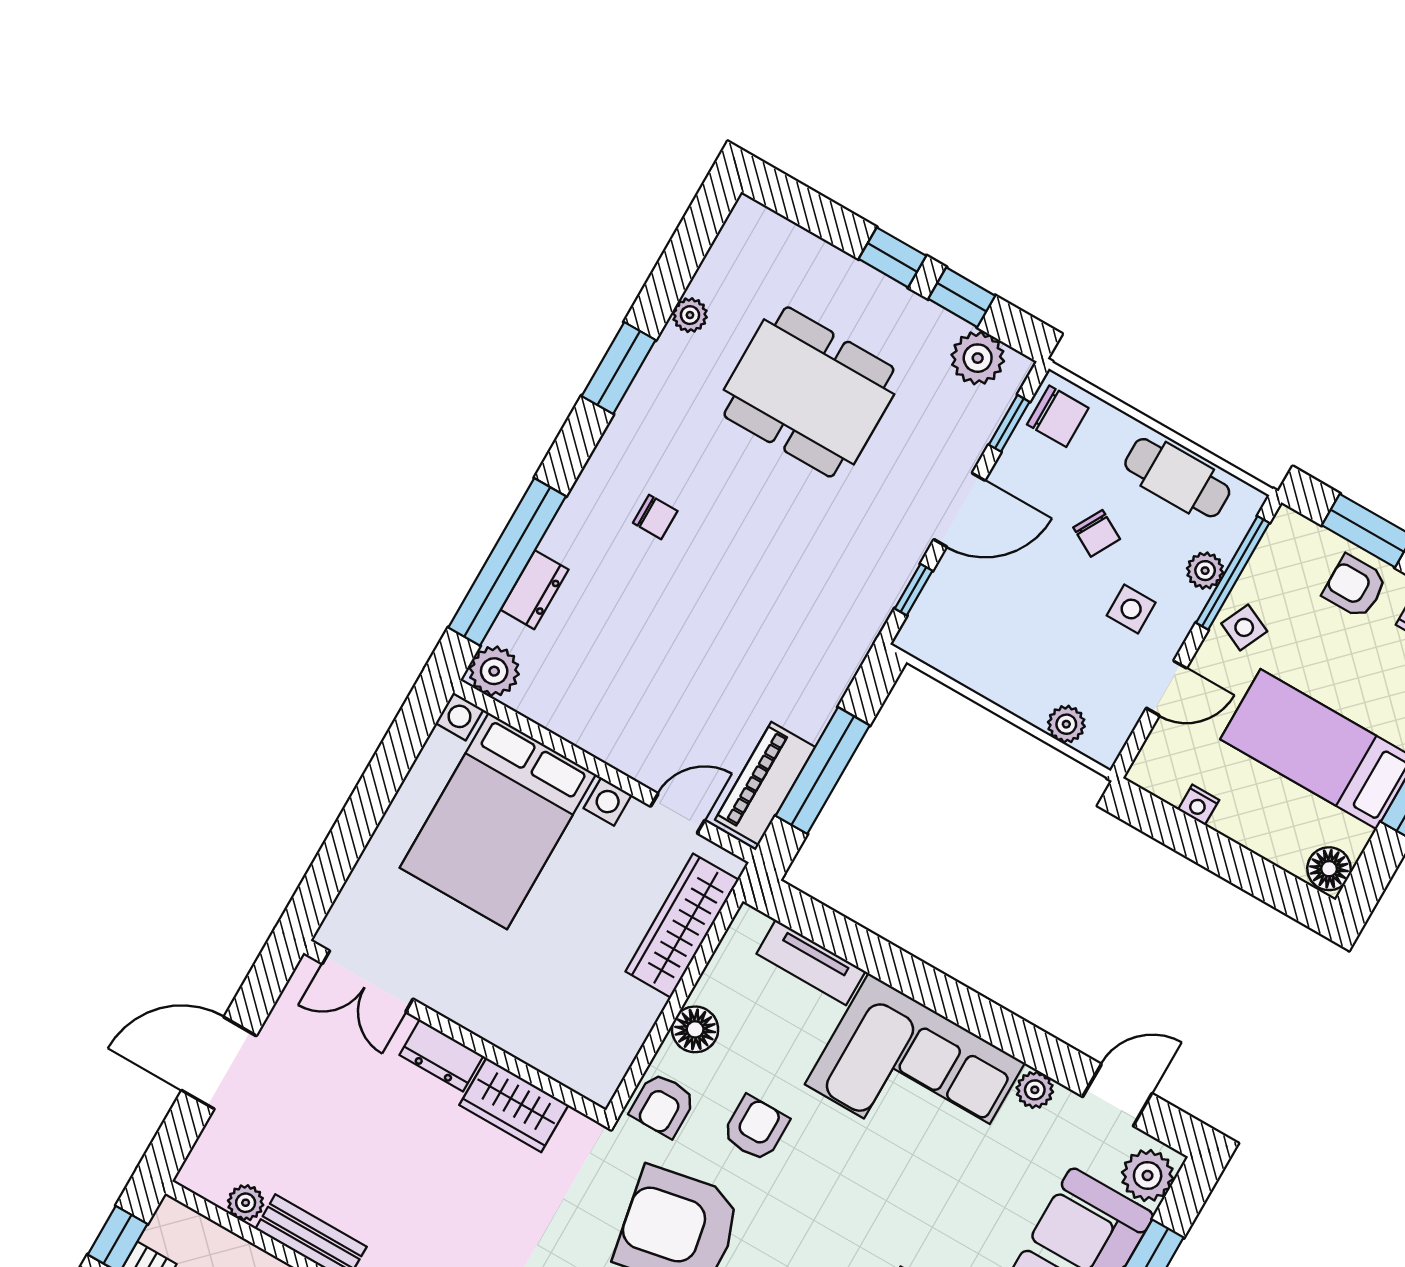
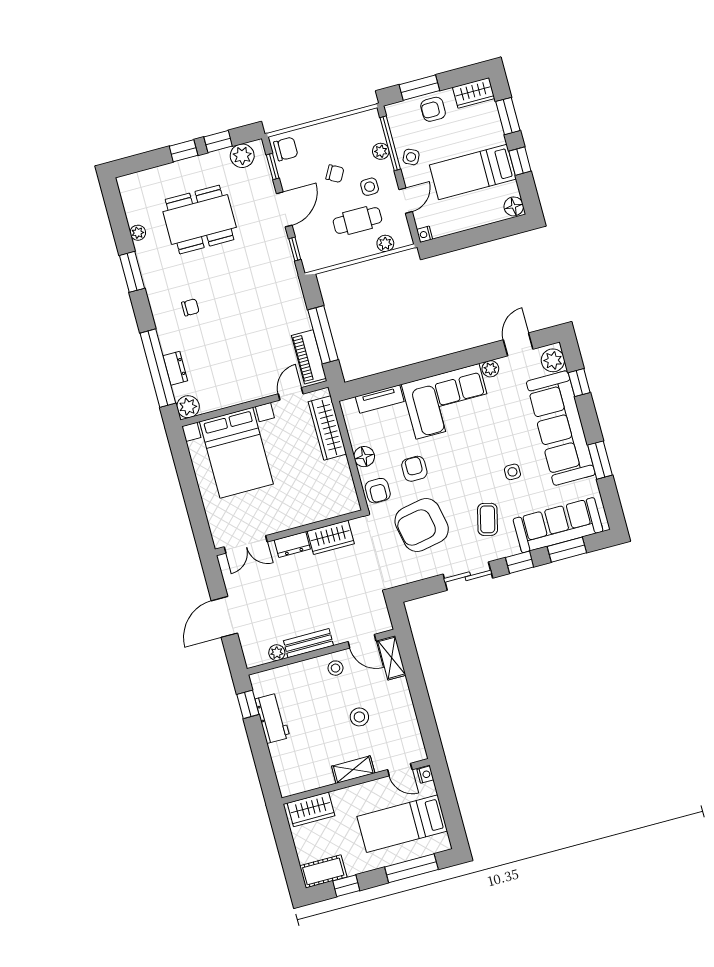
cafe table: (1177, 478) -> (357, 221), moved
nightstand: (1199, 805) -> (425, 234), moved, turned 90

